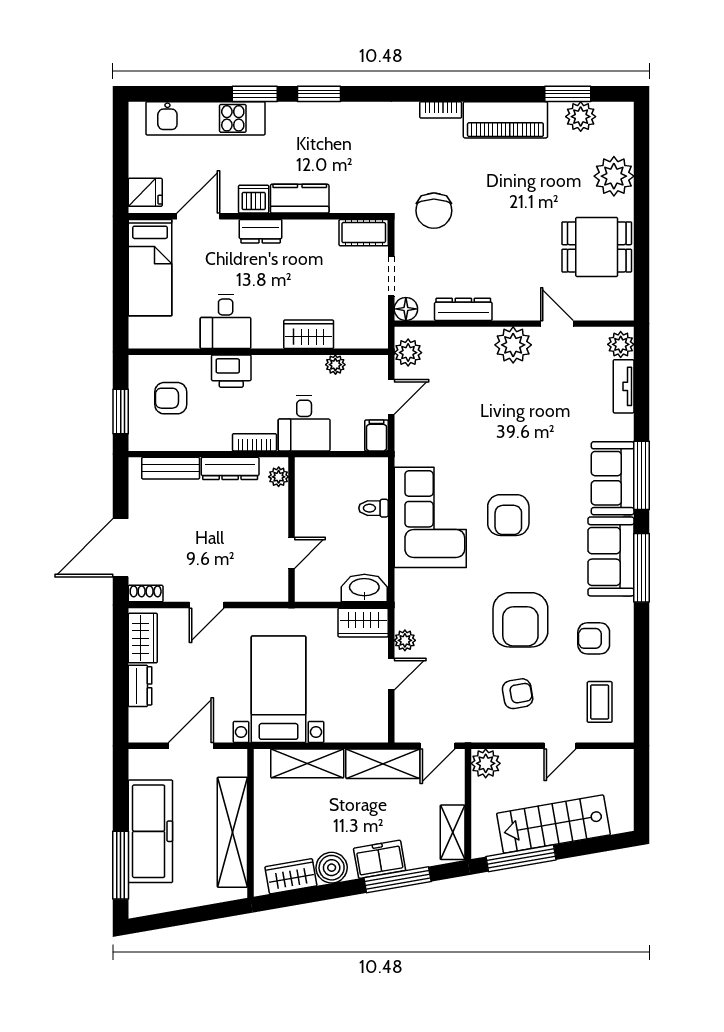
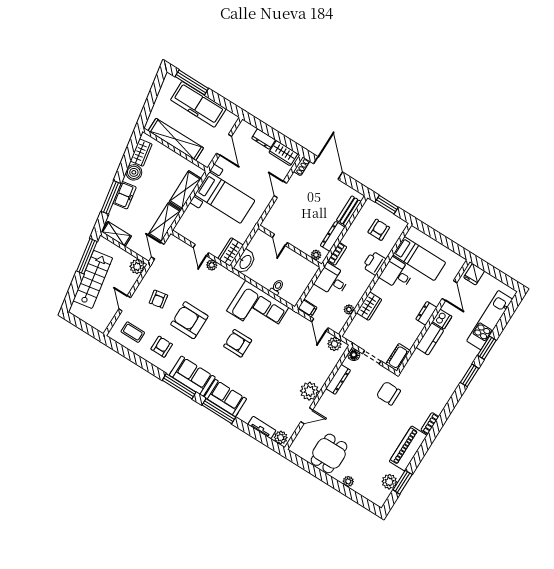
plant: (614, 176) -> (348, 481), width x0.53, depth x0.53
bed: (150, 268) -> (419, 259), moved, turned 180

